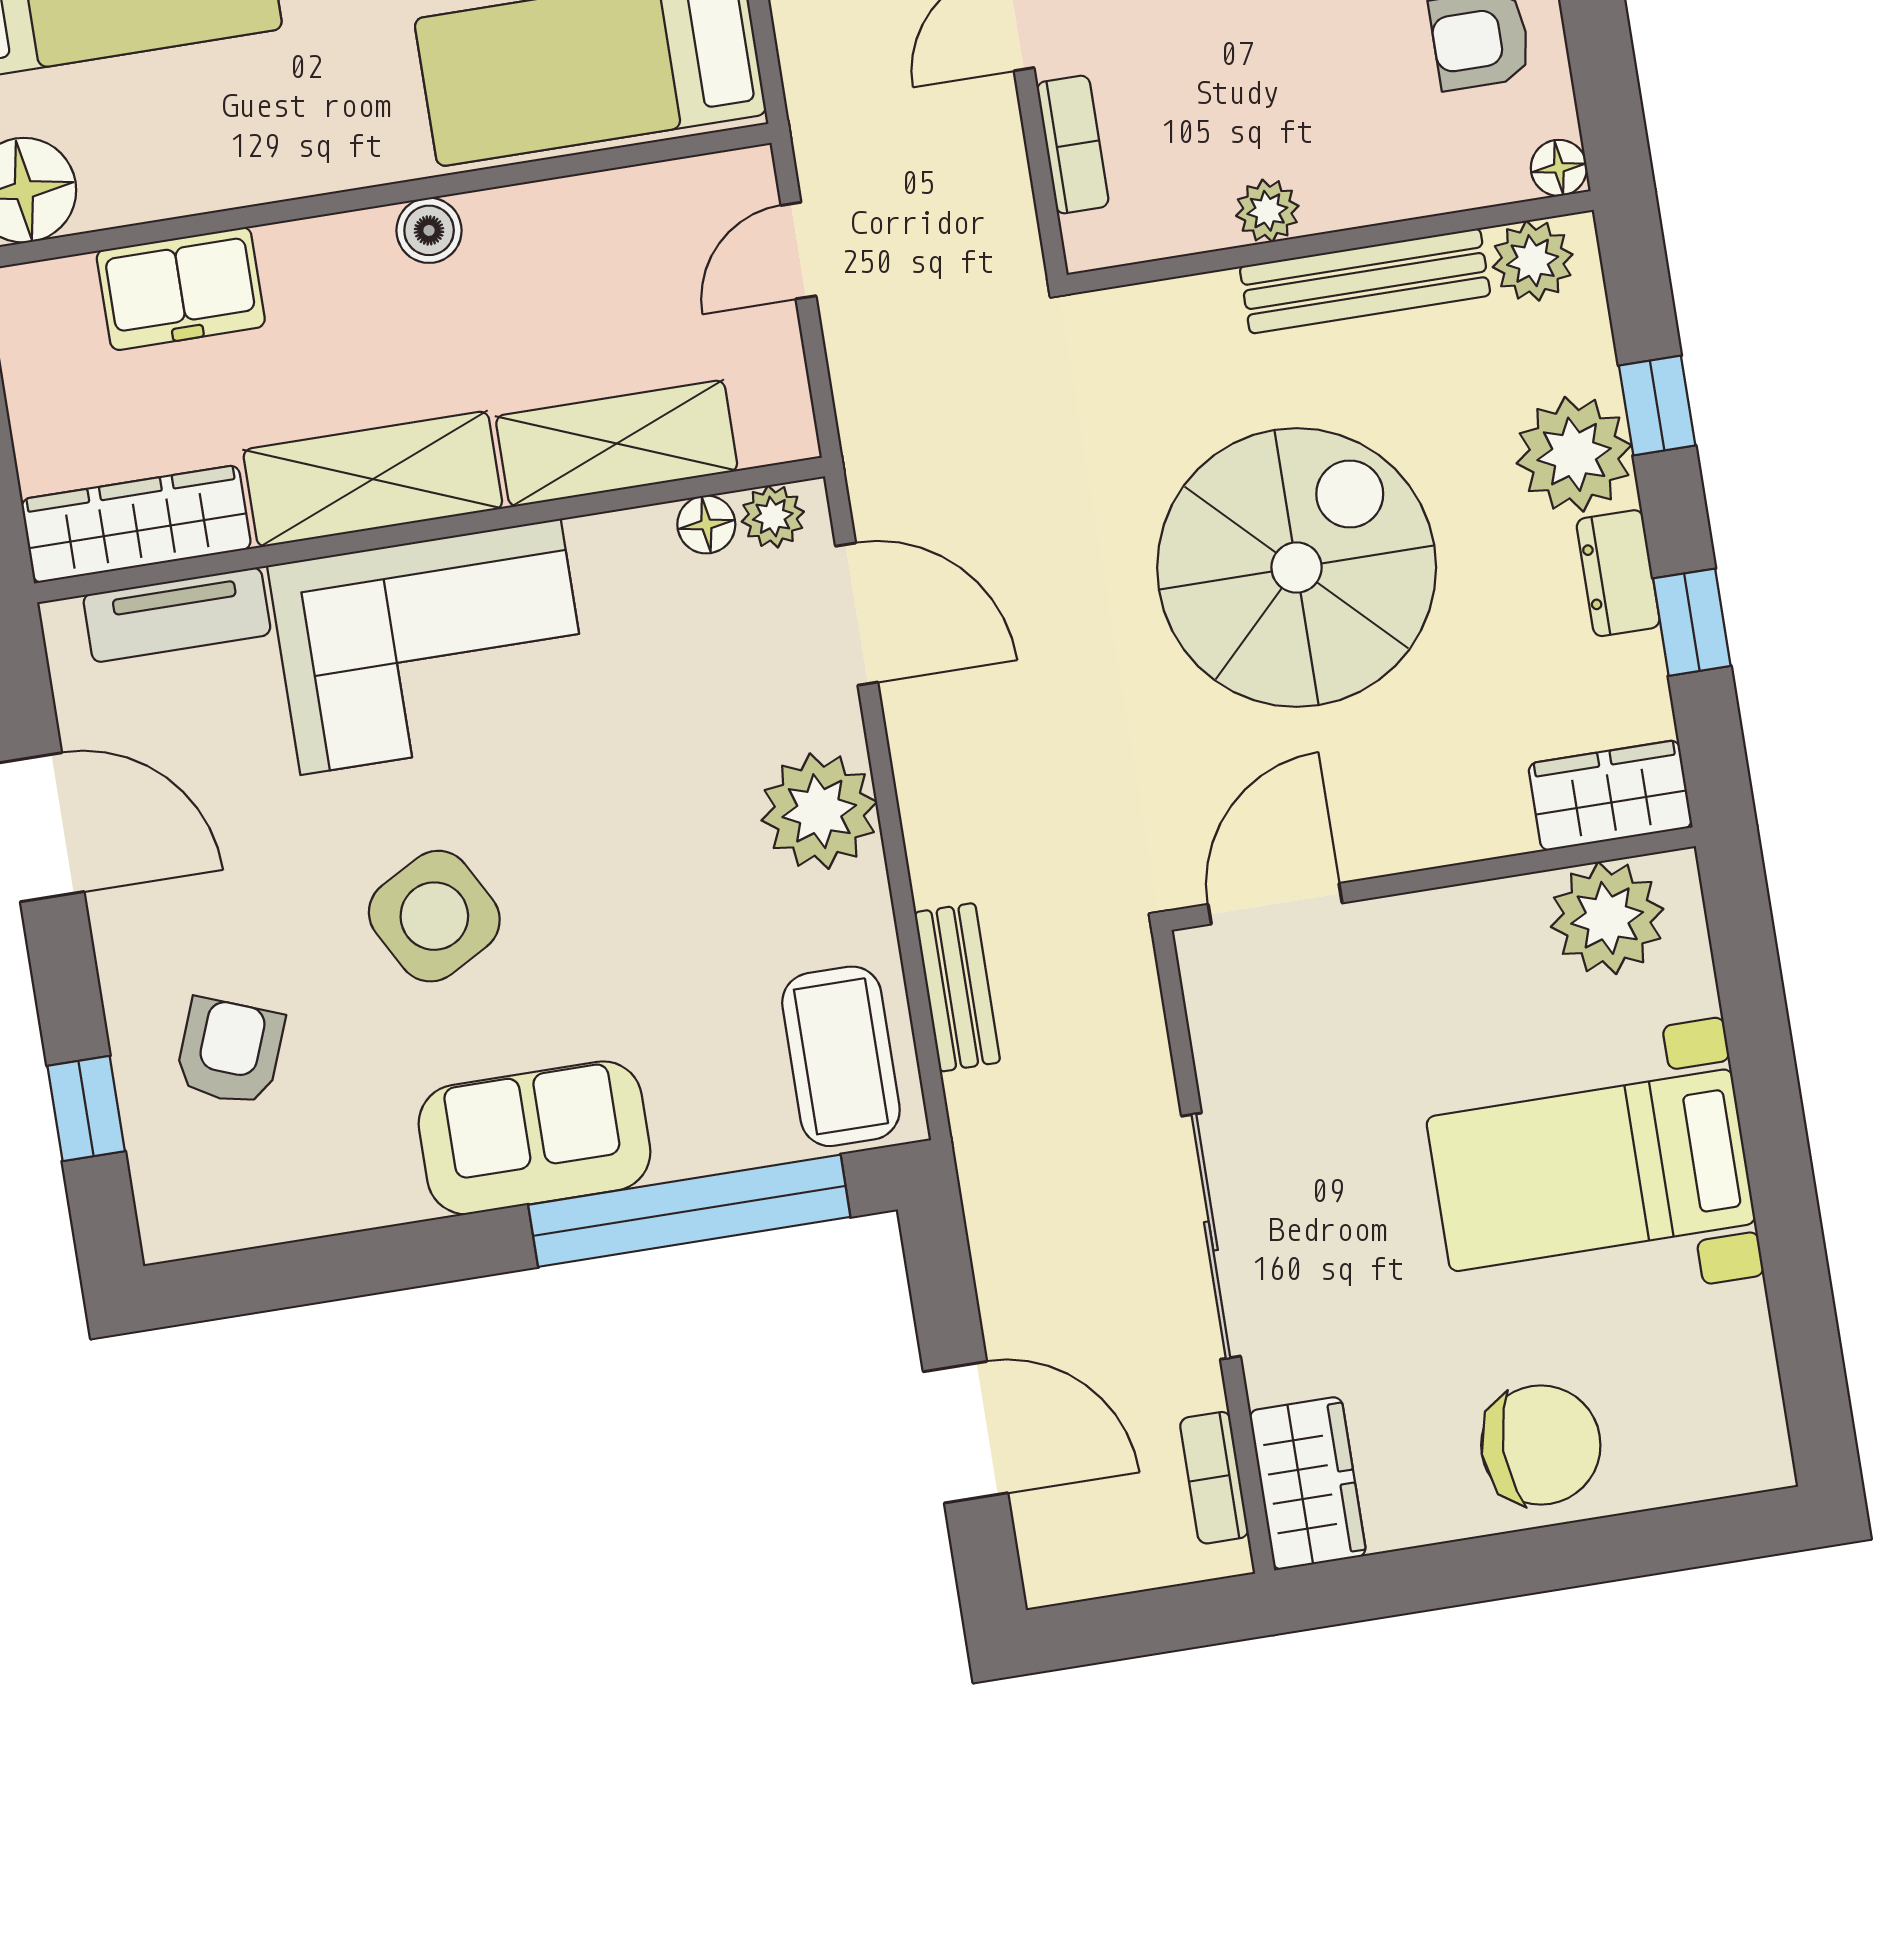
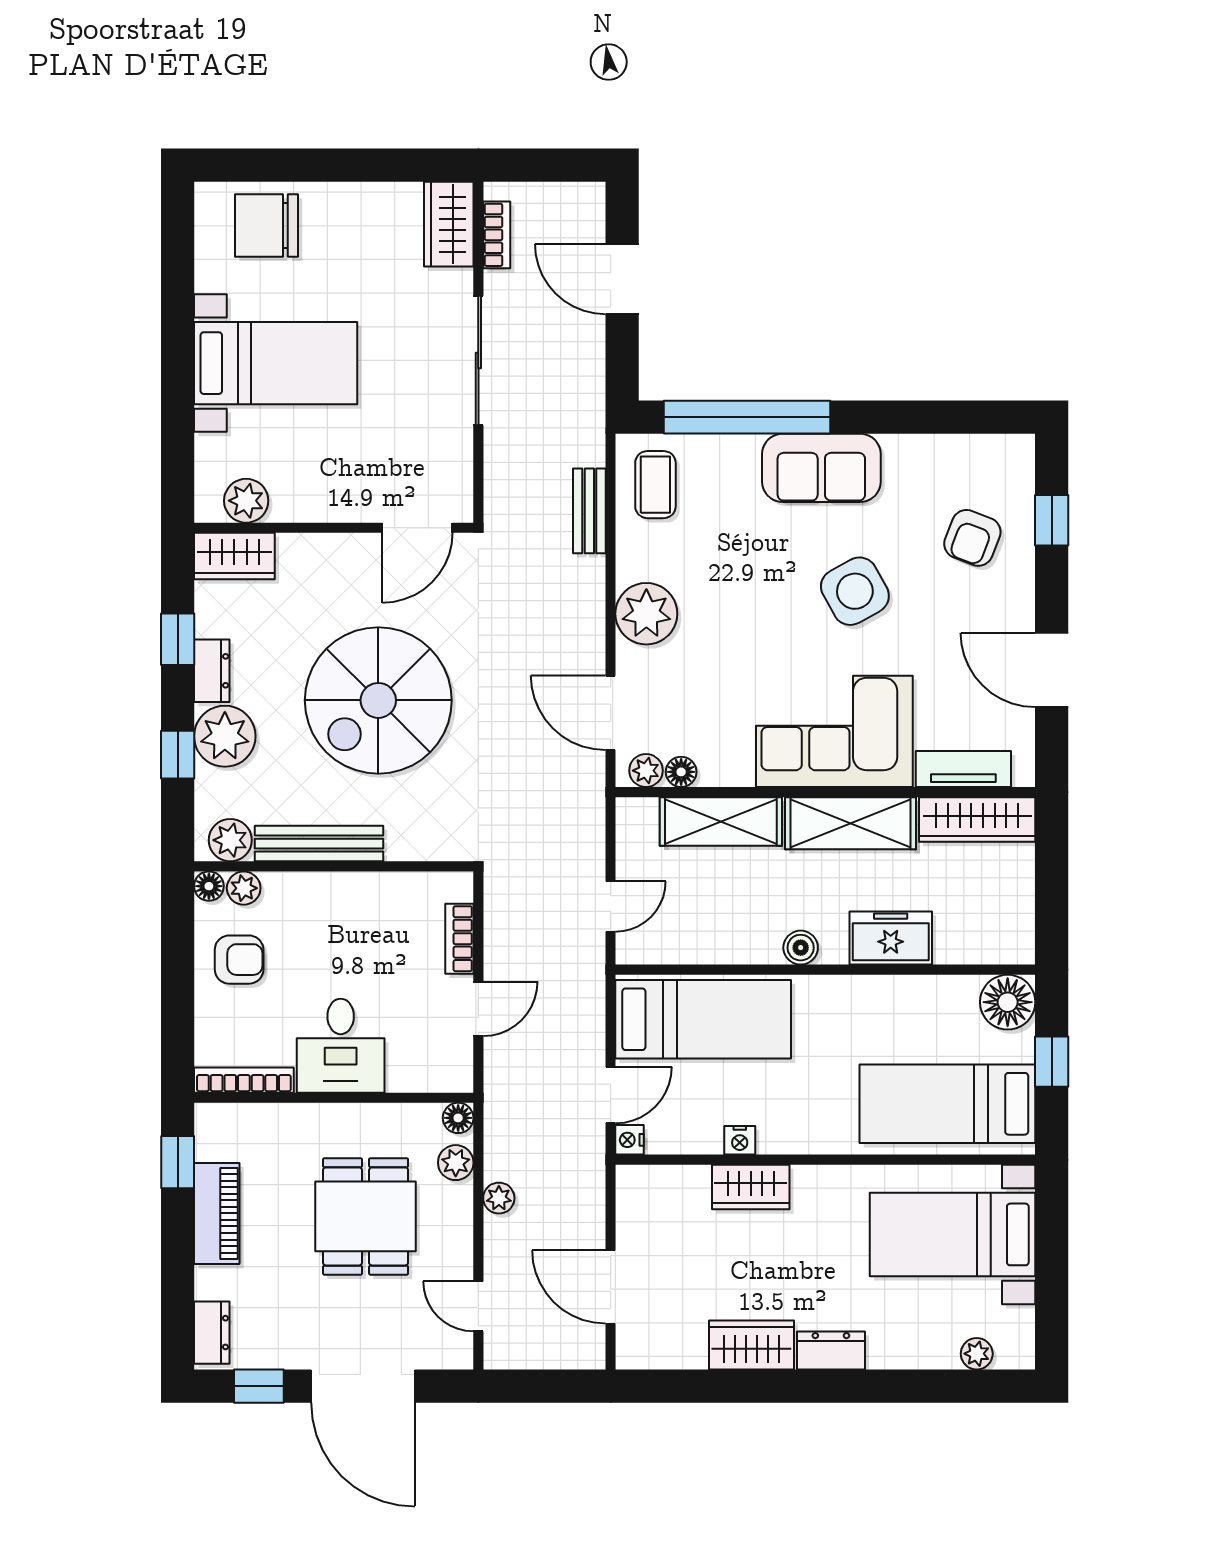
plant: (1267, 211) -> (244, 888), moved
freezer: (181, 289) -> (891, 938), moved
plant: (1607, 918) -> (246, 501), width x0.73, depth x0.73
coffee table: (841, 1056) -> (655, 485), width x0.73, depth x0.77
chair: (1541, 1445) -> (267, 225), moved

